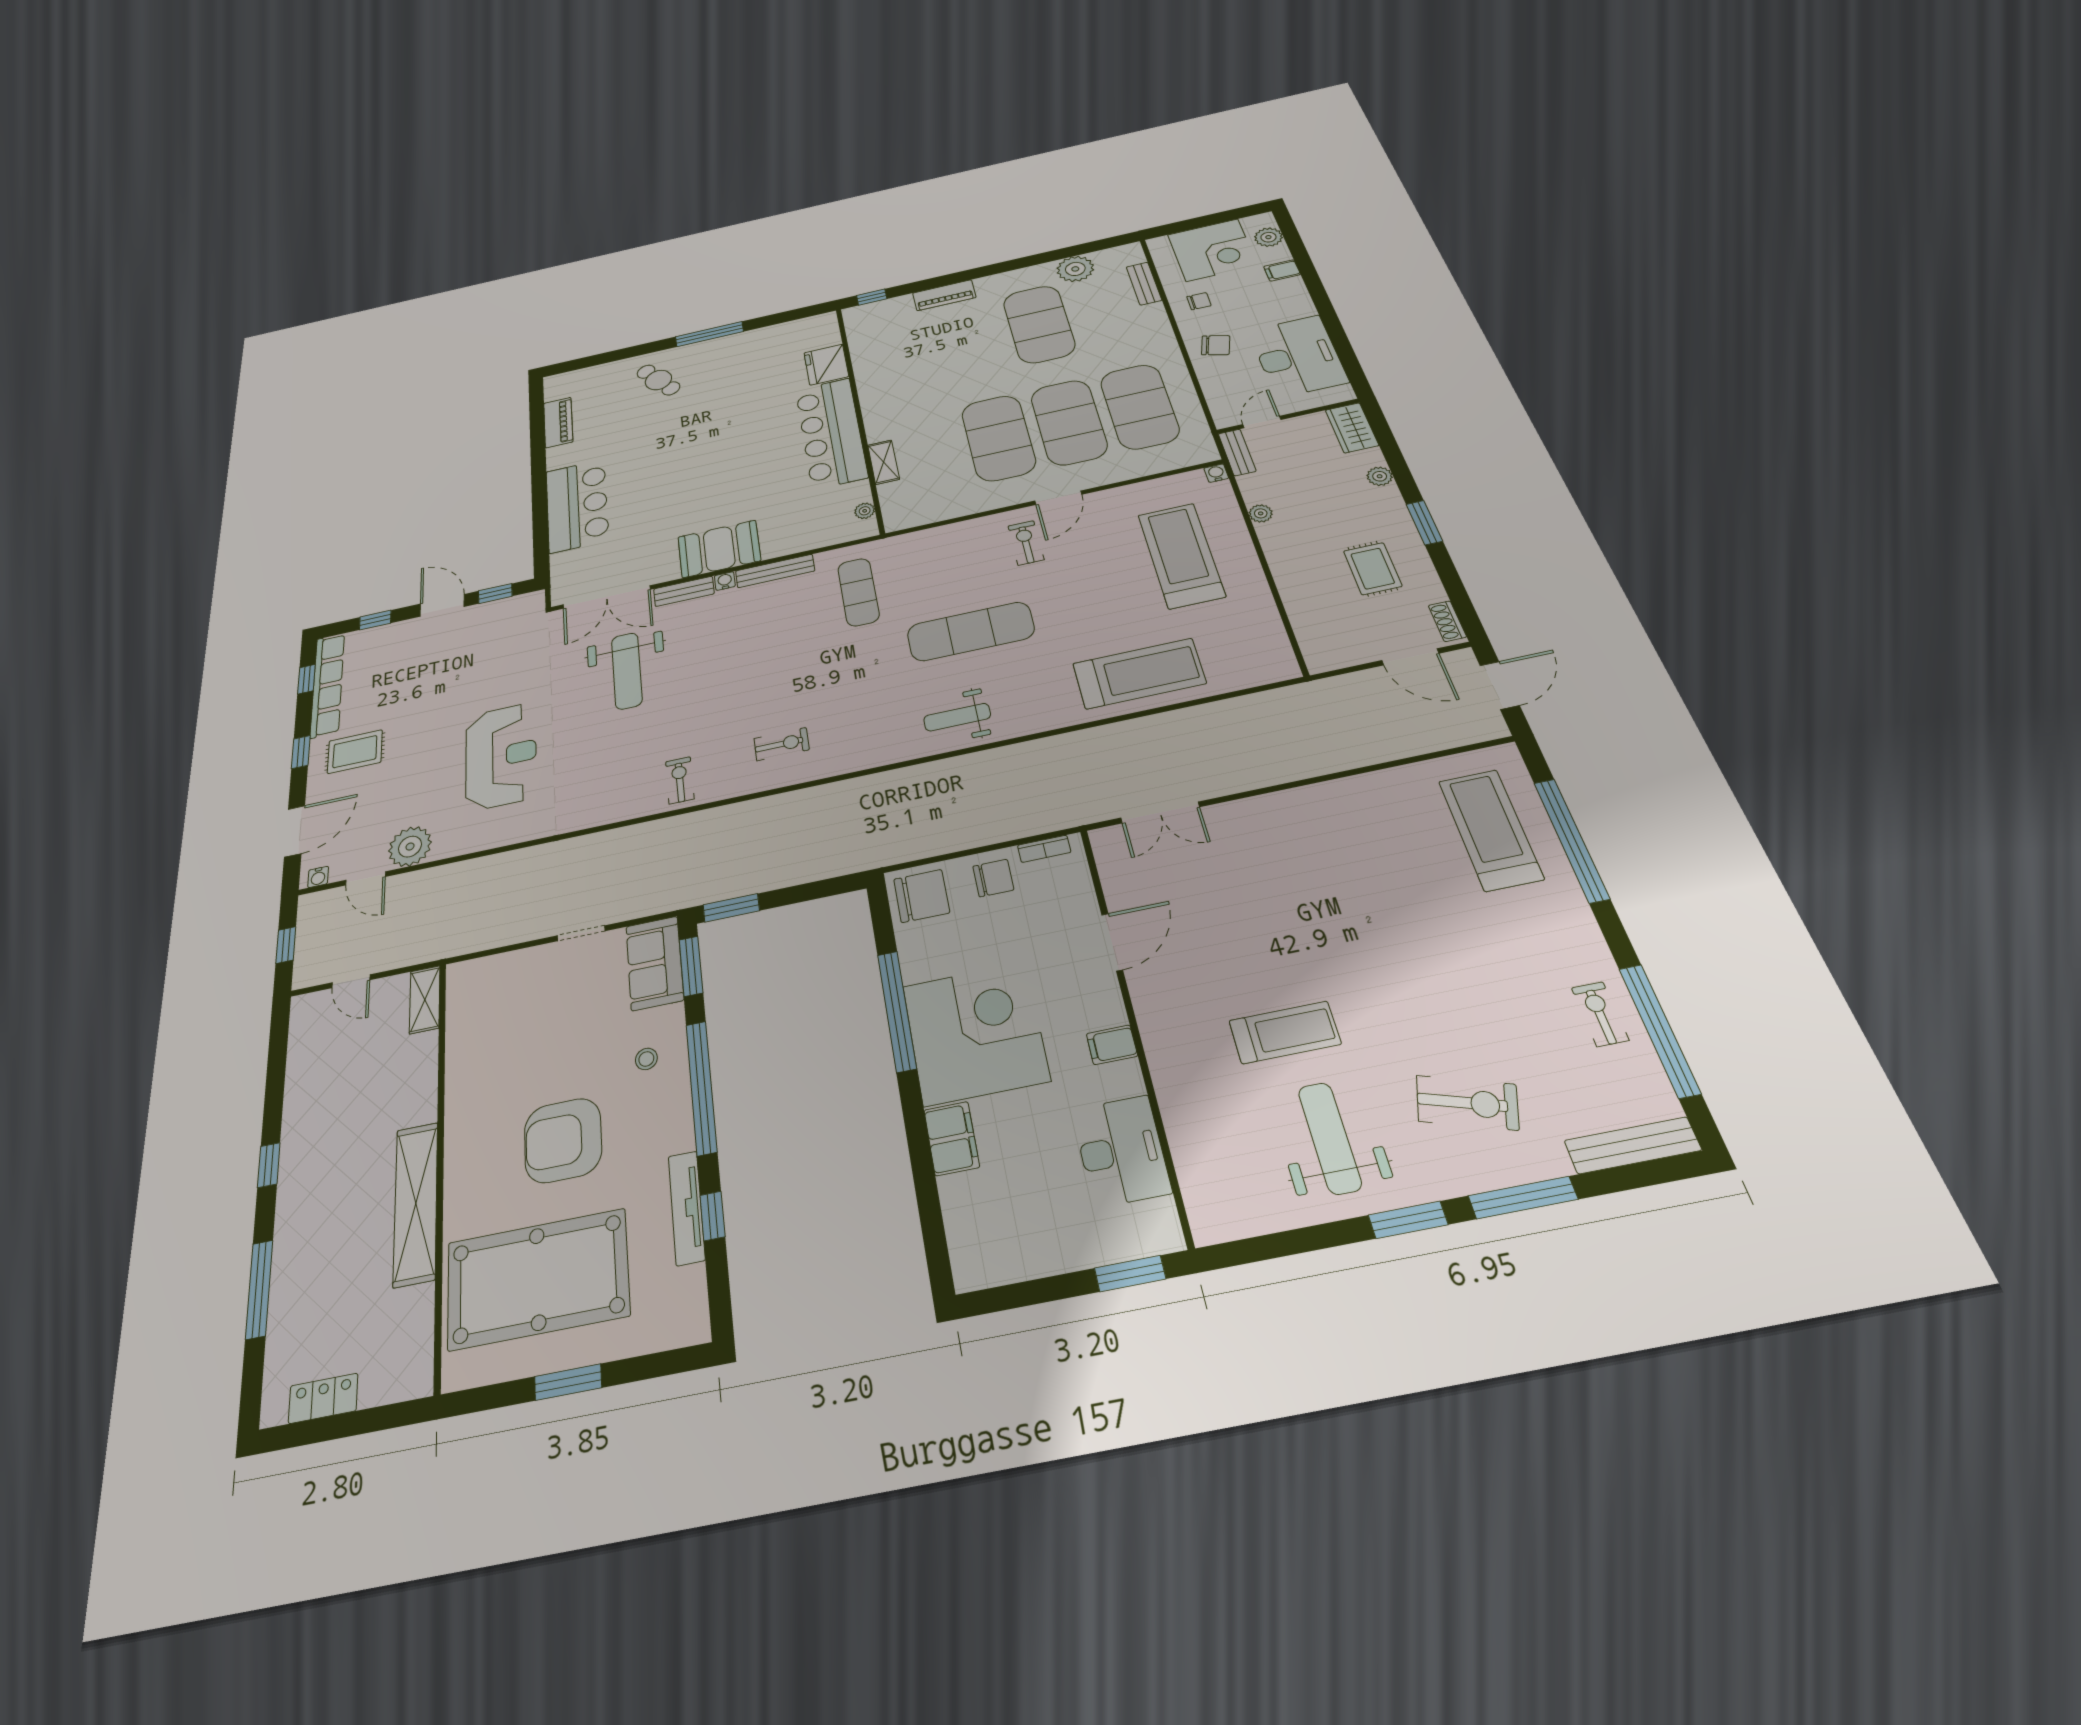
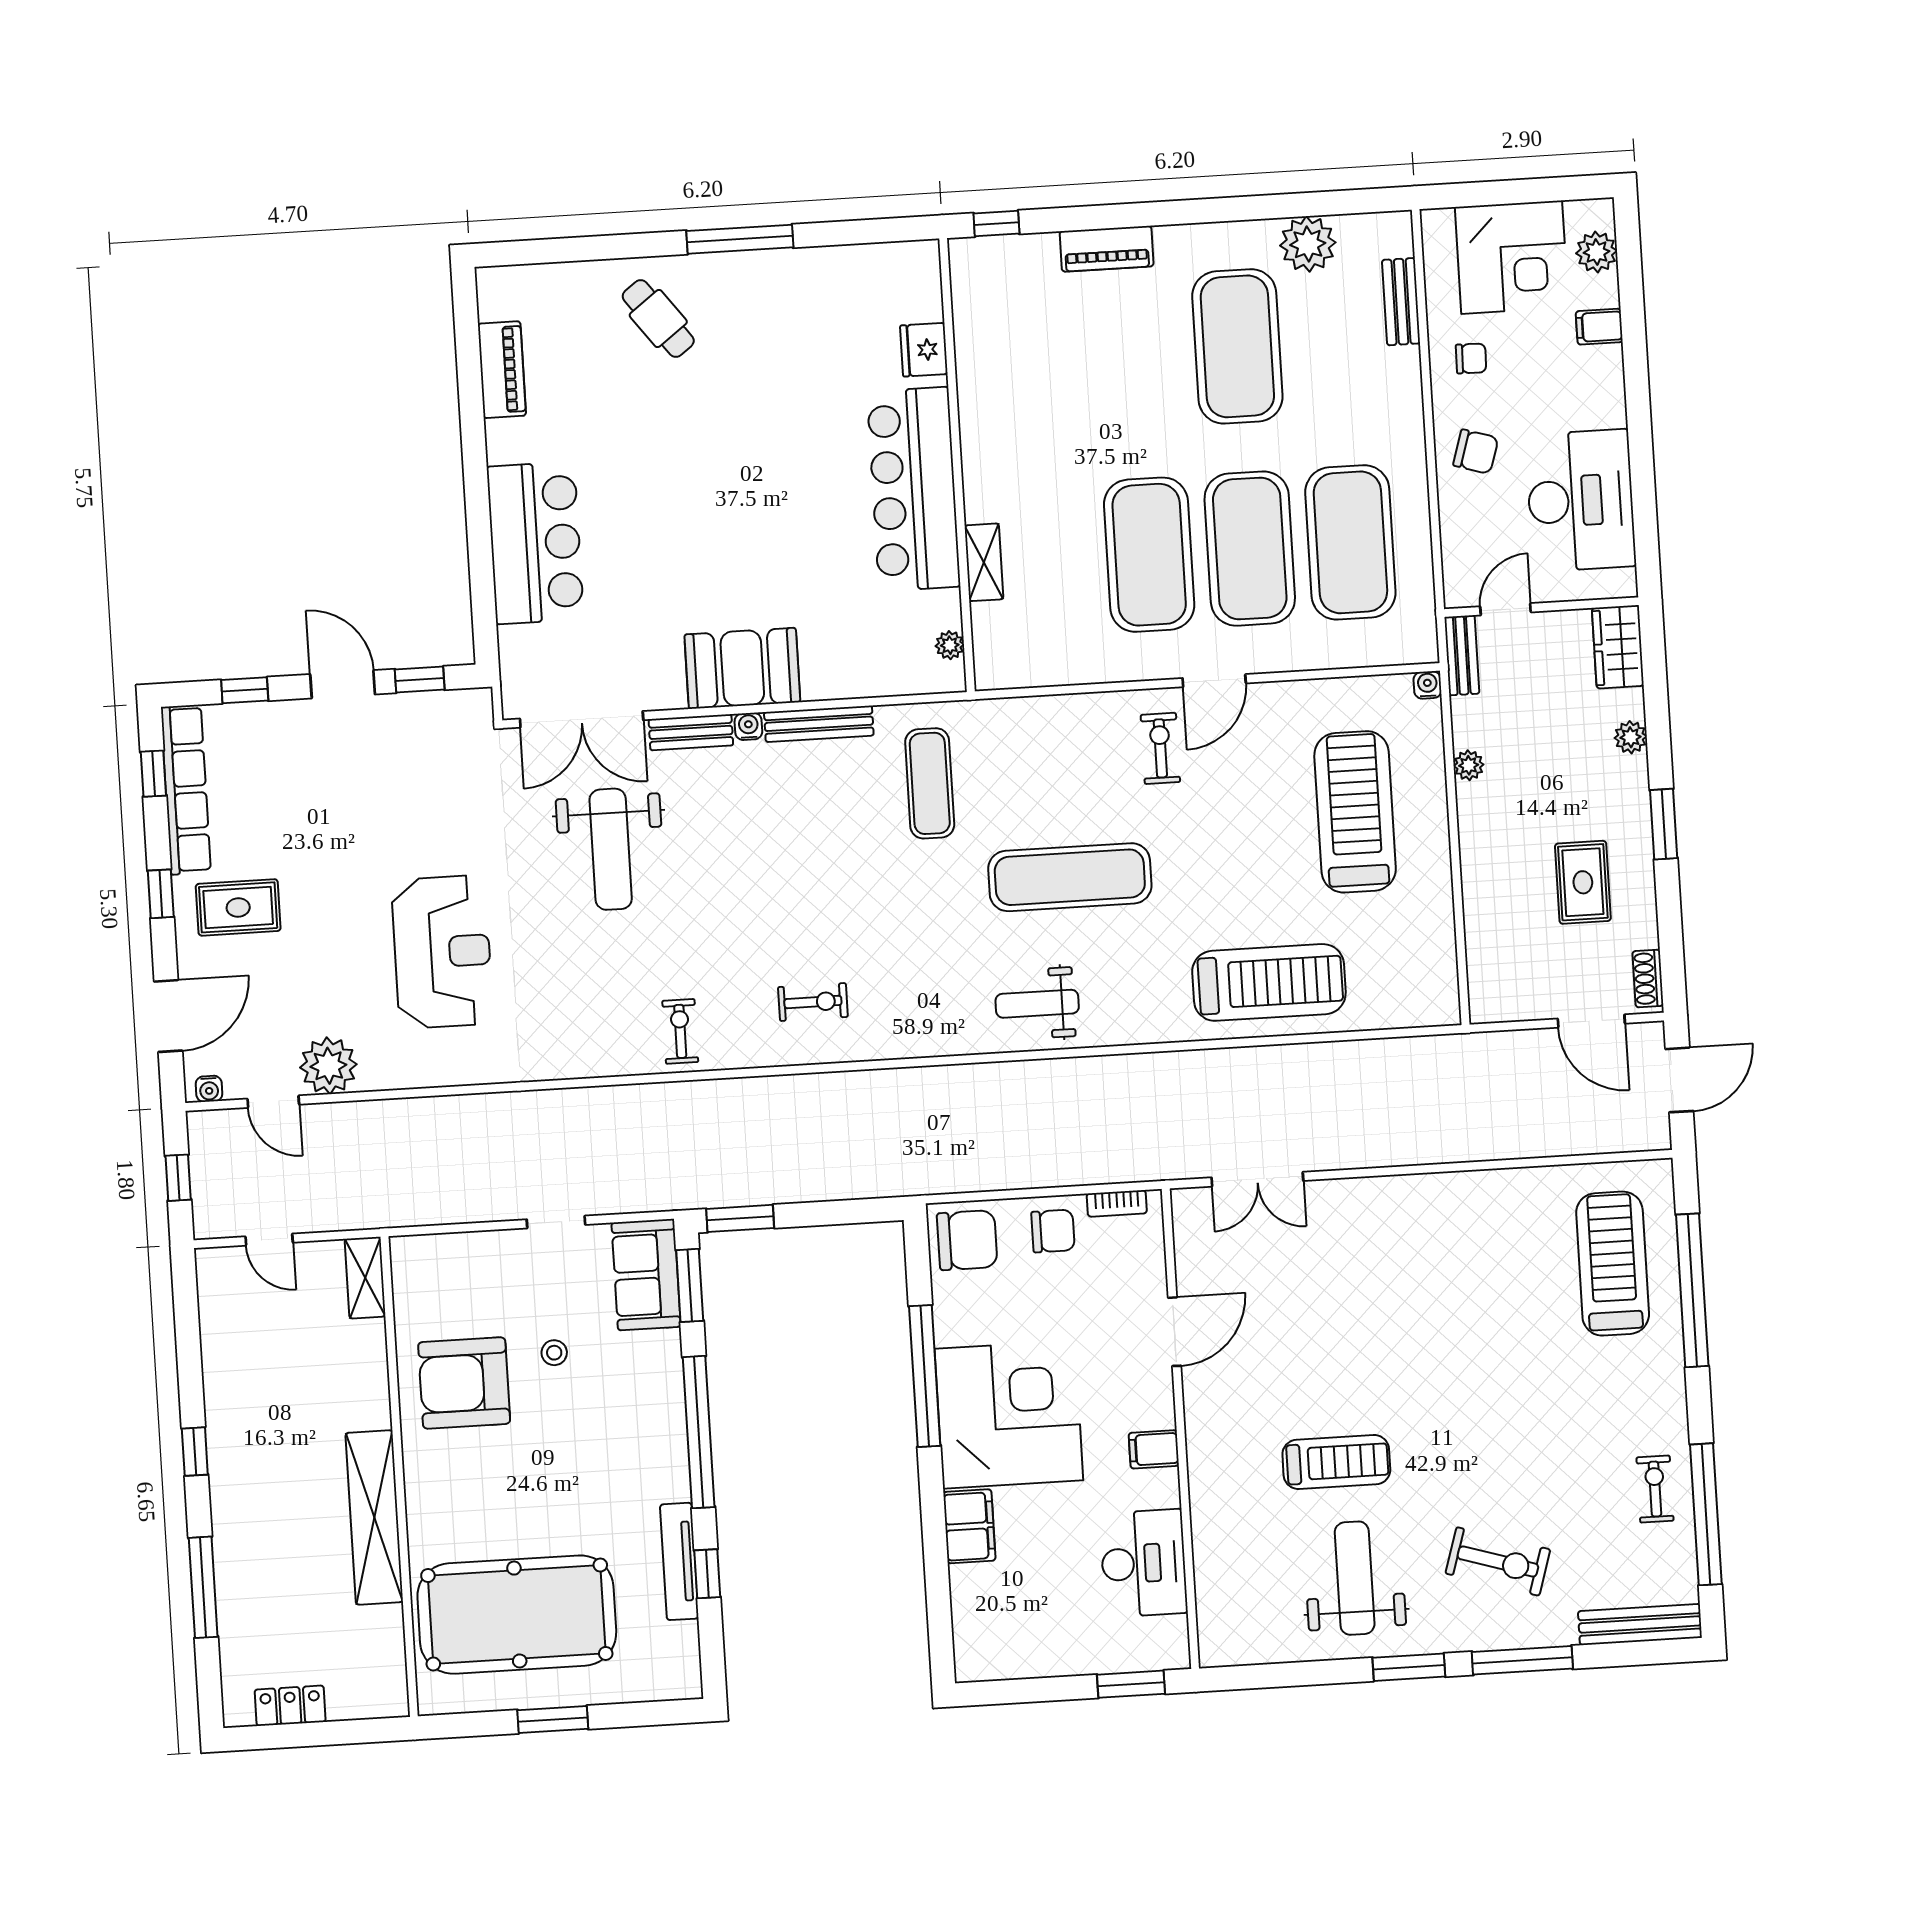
fridge: (826, 365) -> (924, 350), width x0.73, depth x0.75
stool: (646, 1059) -> (554, 1353), moved
armchair: (563, 1140) -> (464, 1383), moved

